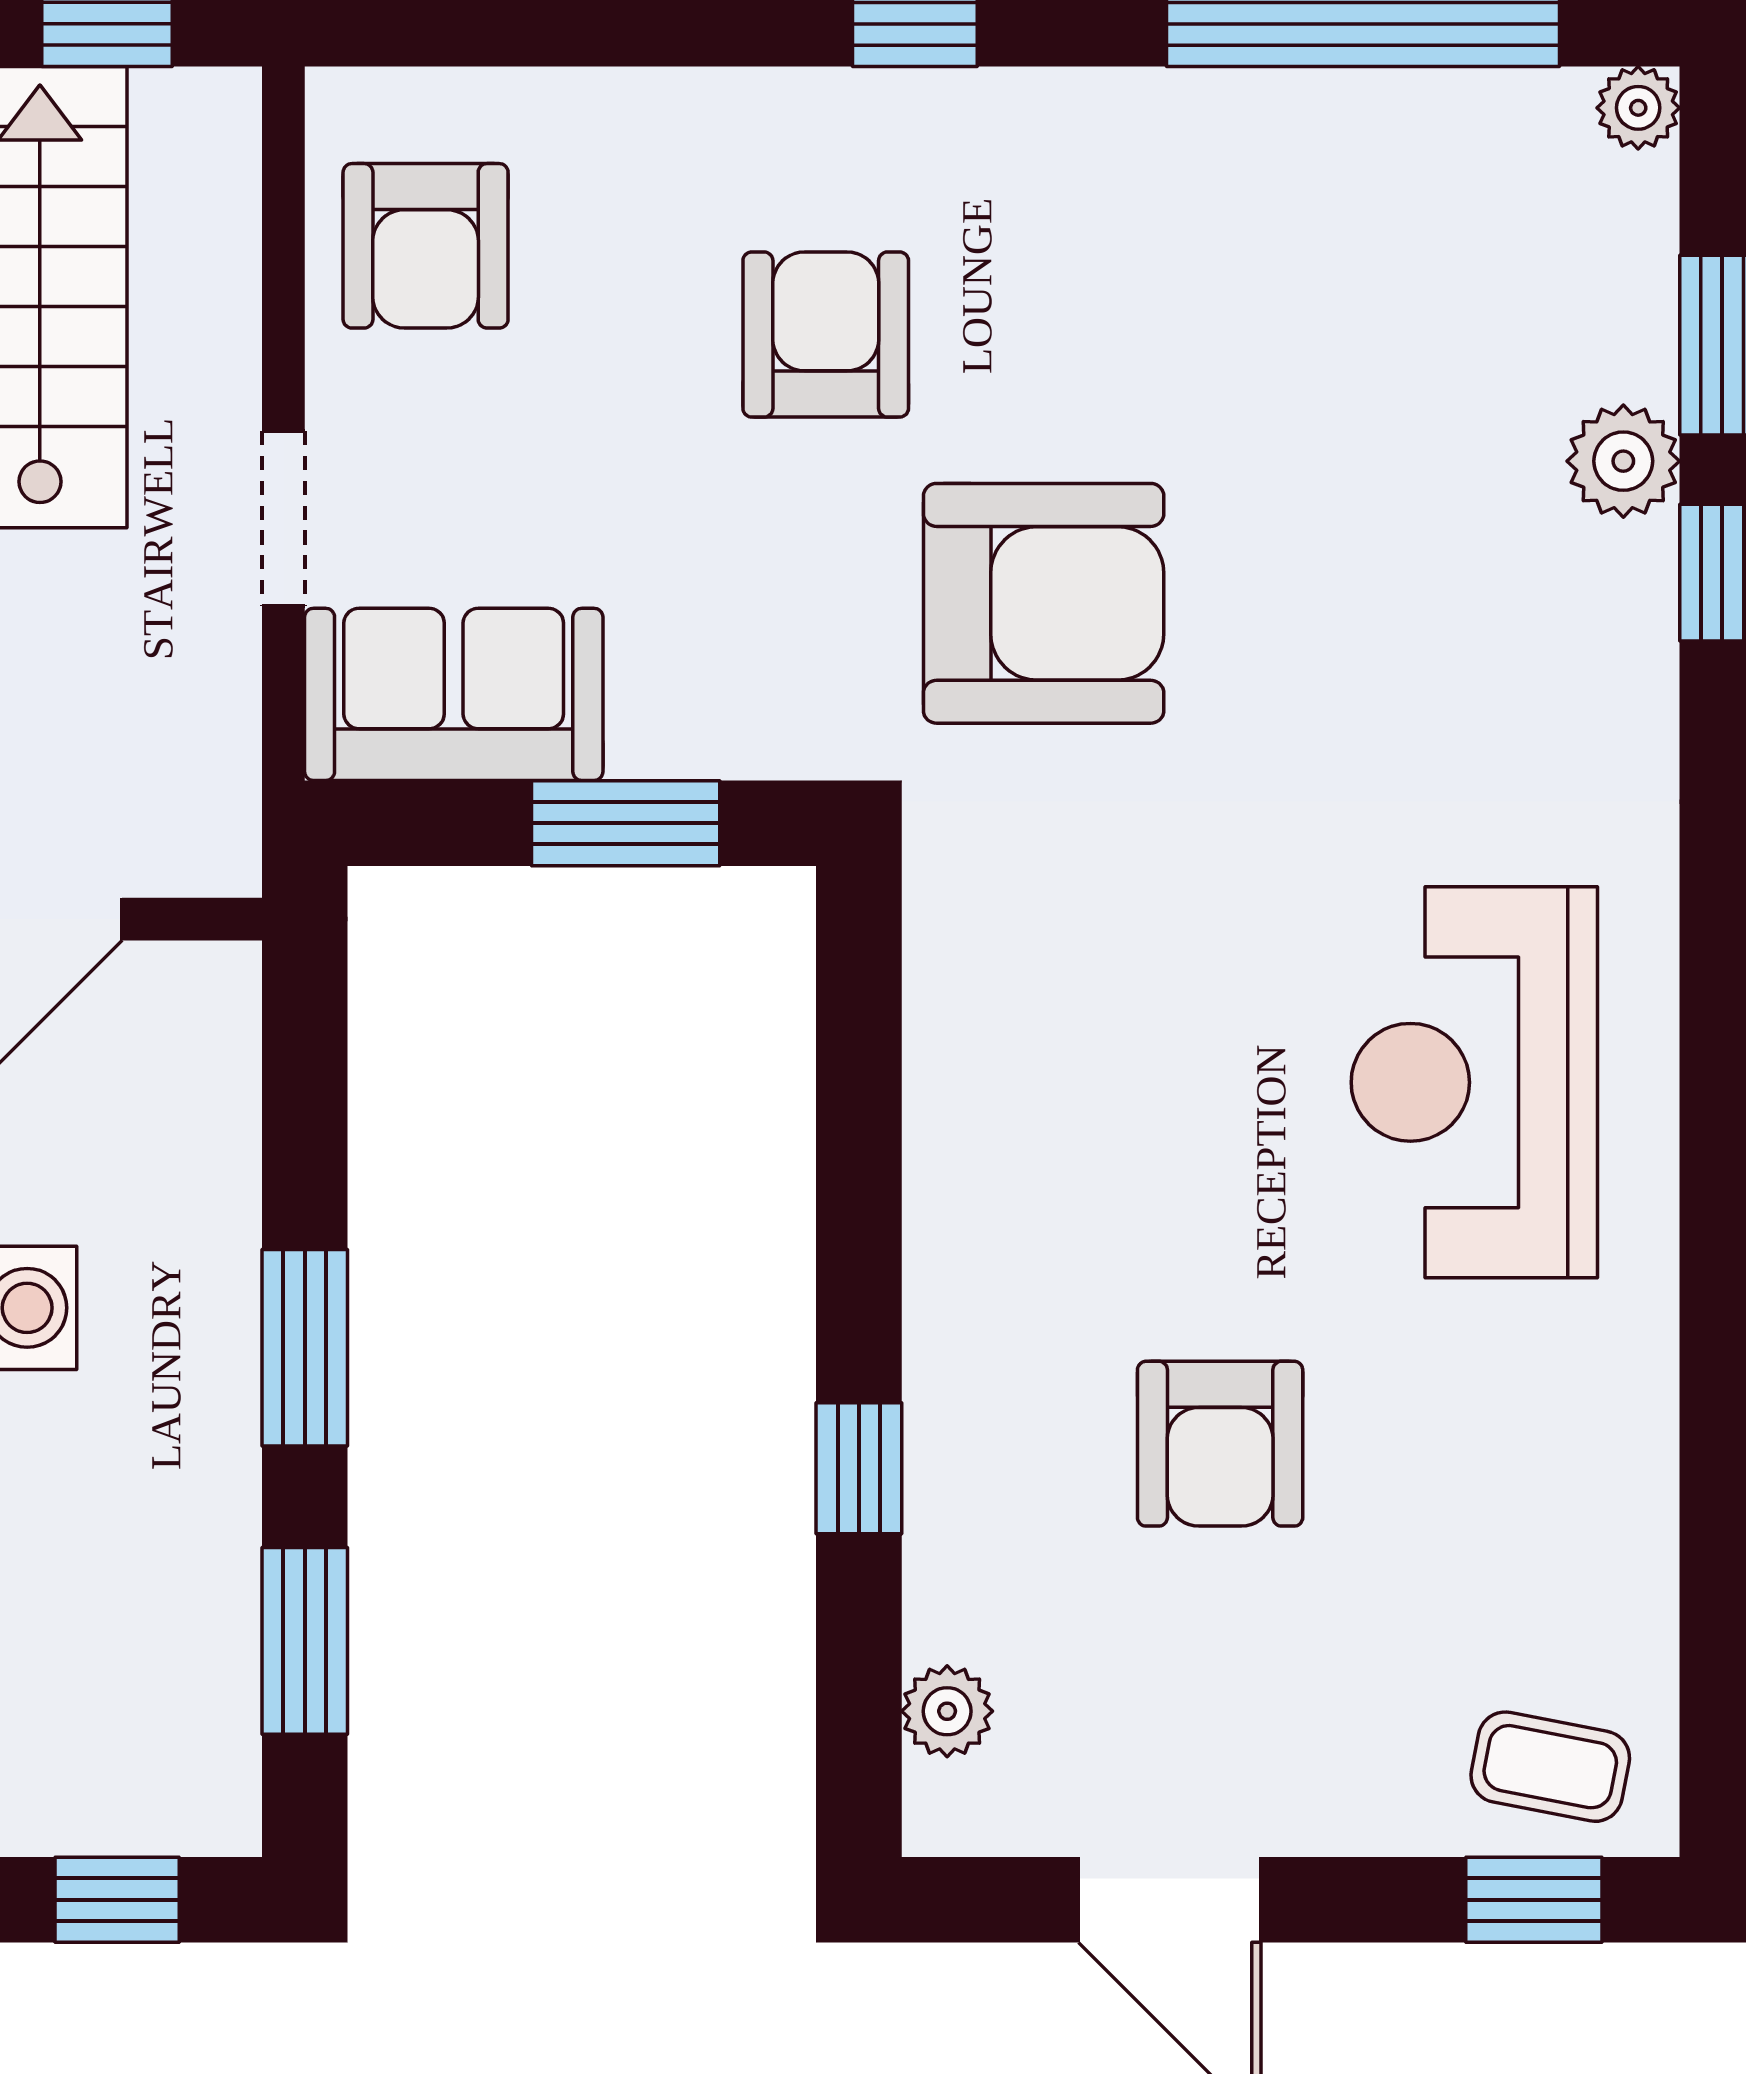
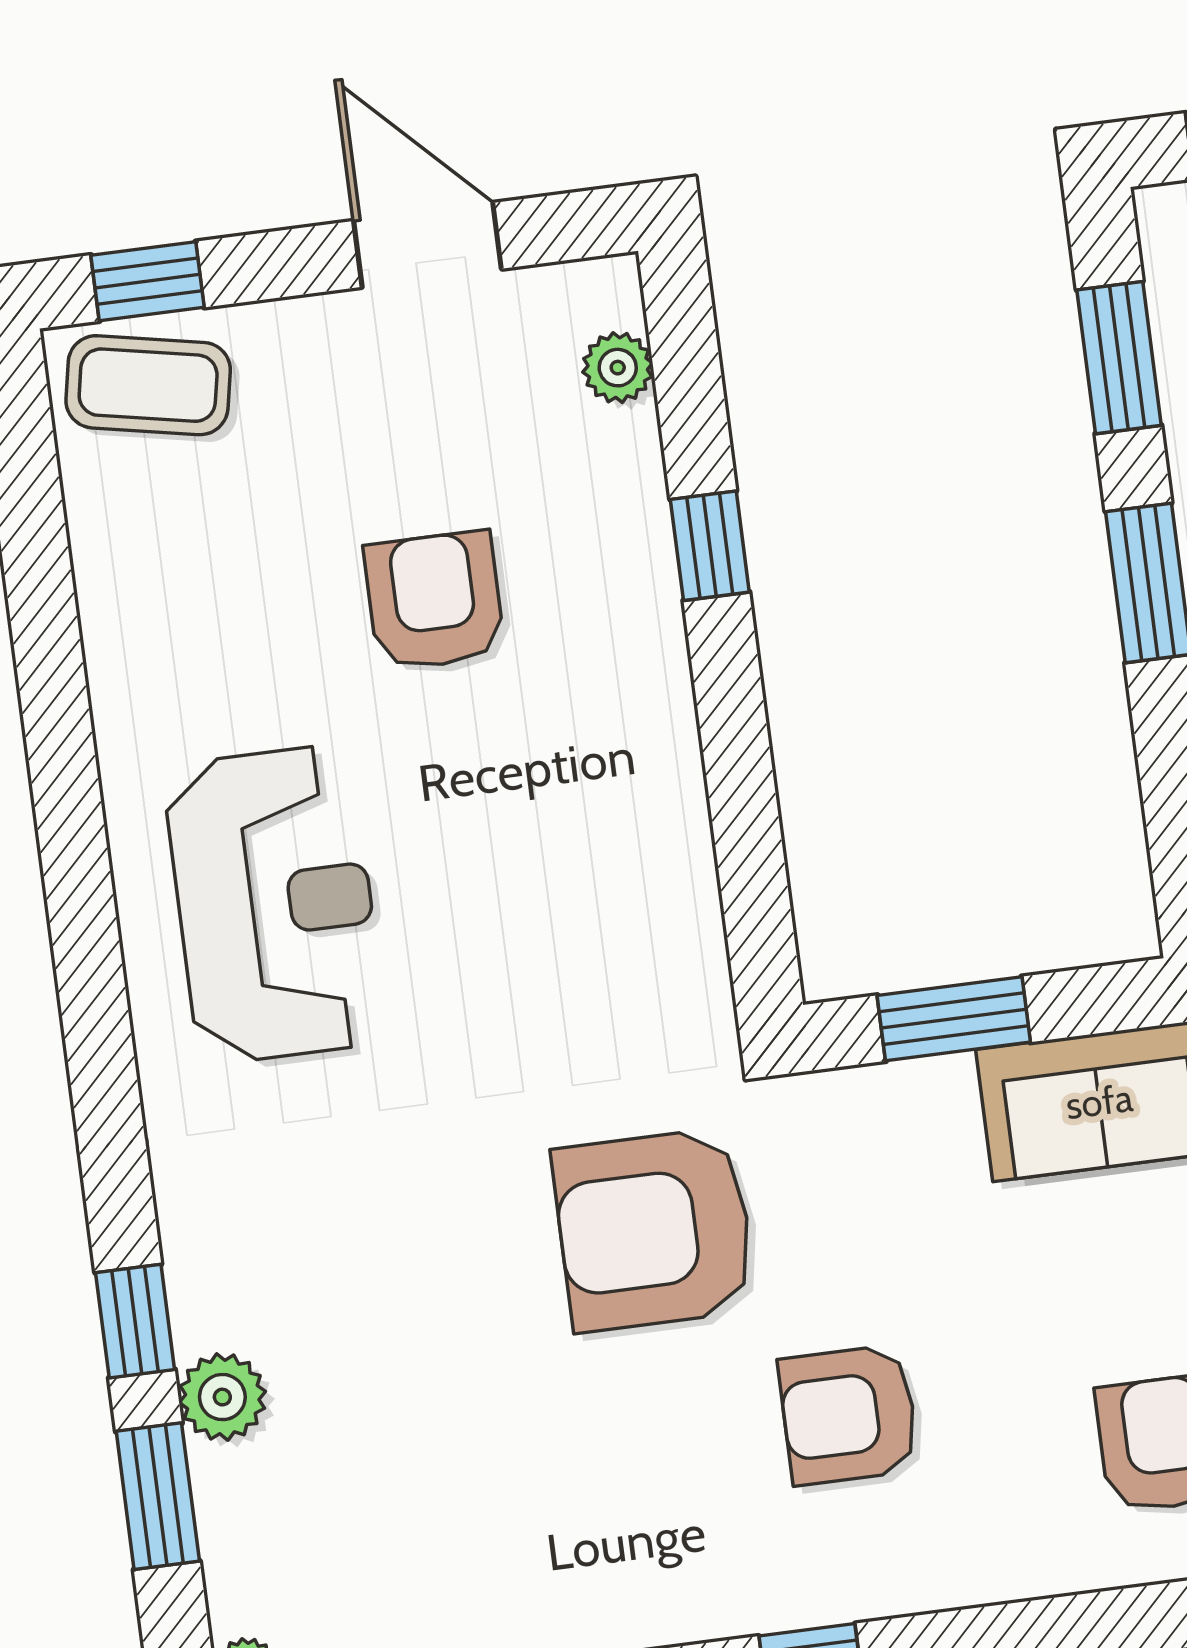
armchair: (826, 335) -> (849, 1415), turned 90
coffee table: (1550, 1767) -> (148, 385), width x1.36, depth x1.30

